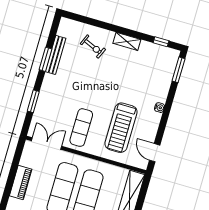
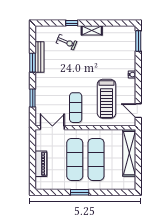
window: (161, 42) -> (72, 23), moved

